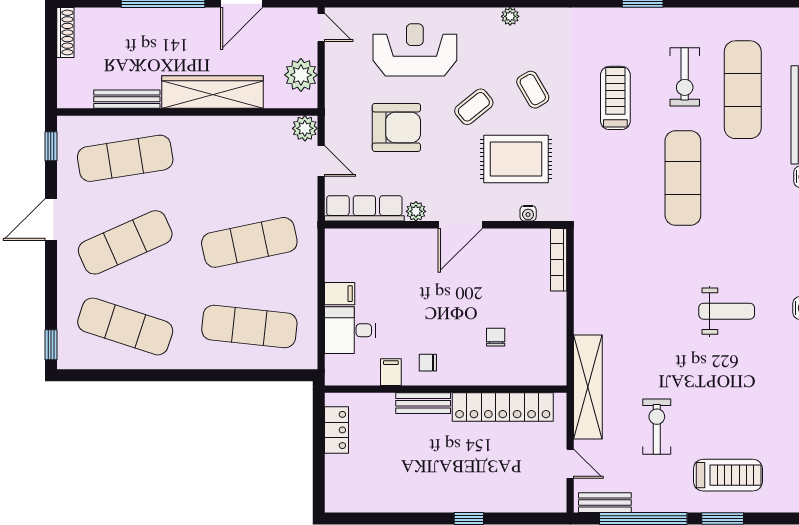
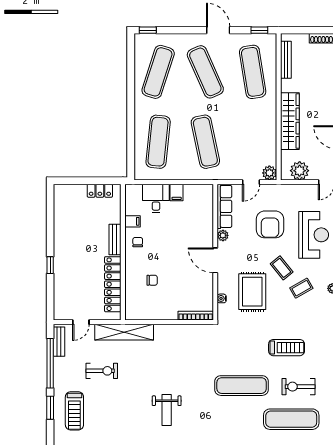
coffee table: (533, 90) -> (301, 288), moved
bench: (127, 99) -> (286, 60), moved

